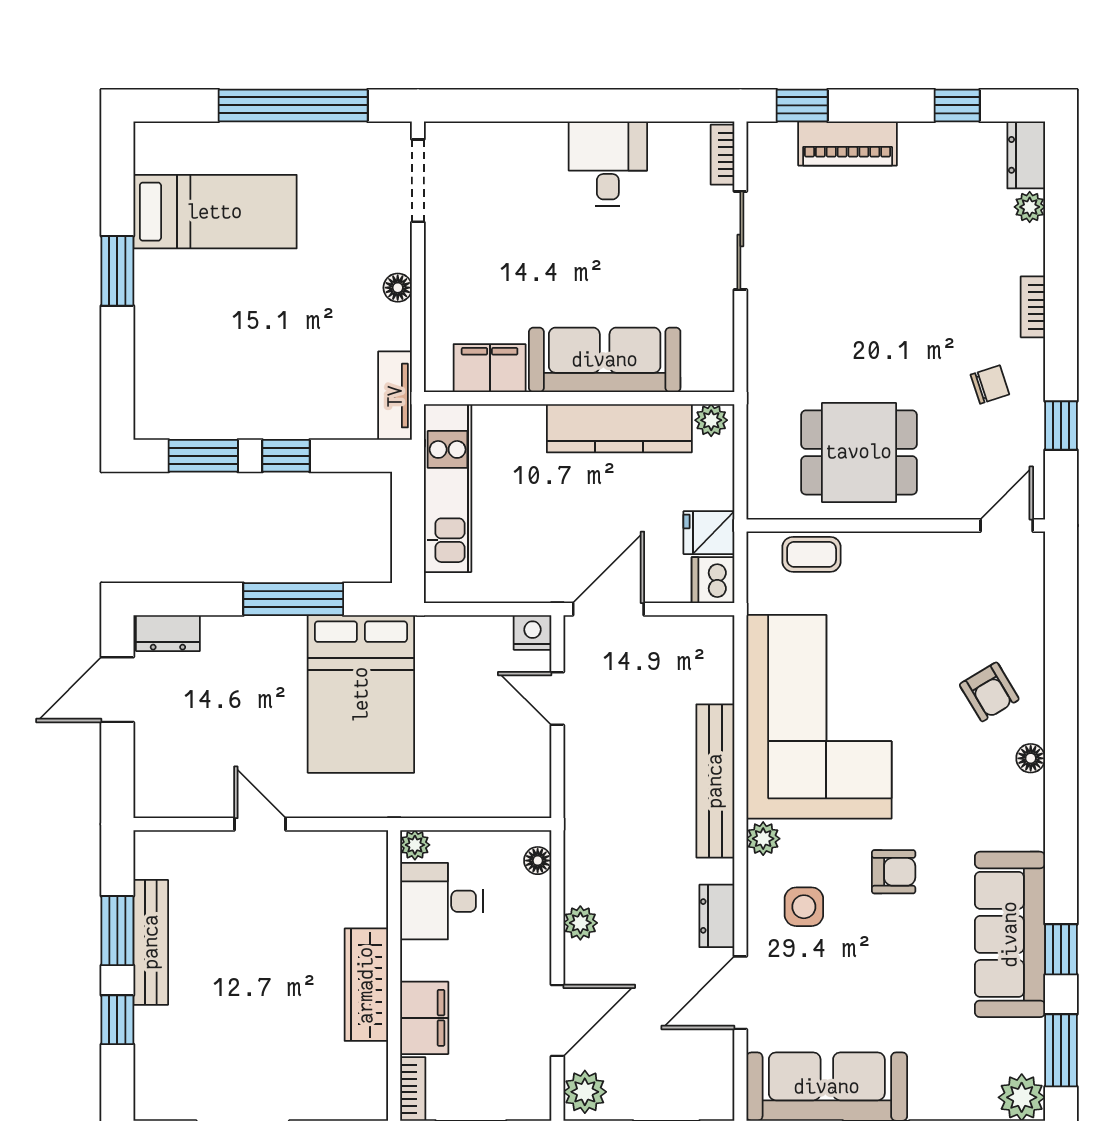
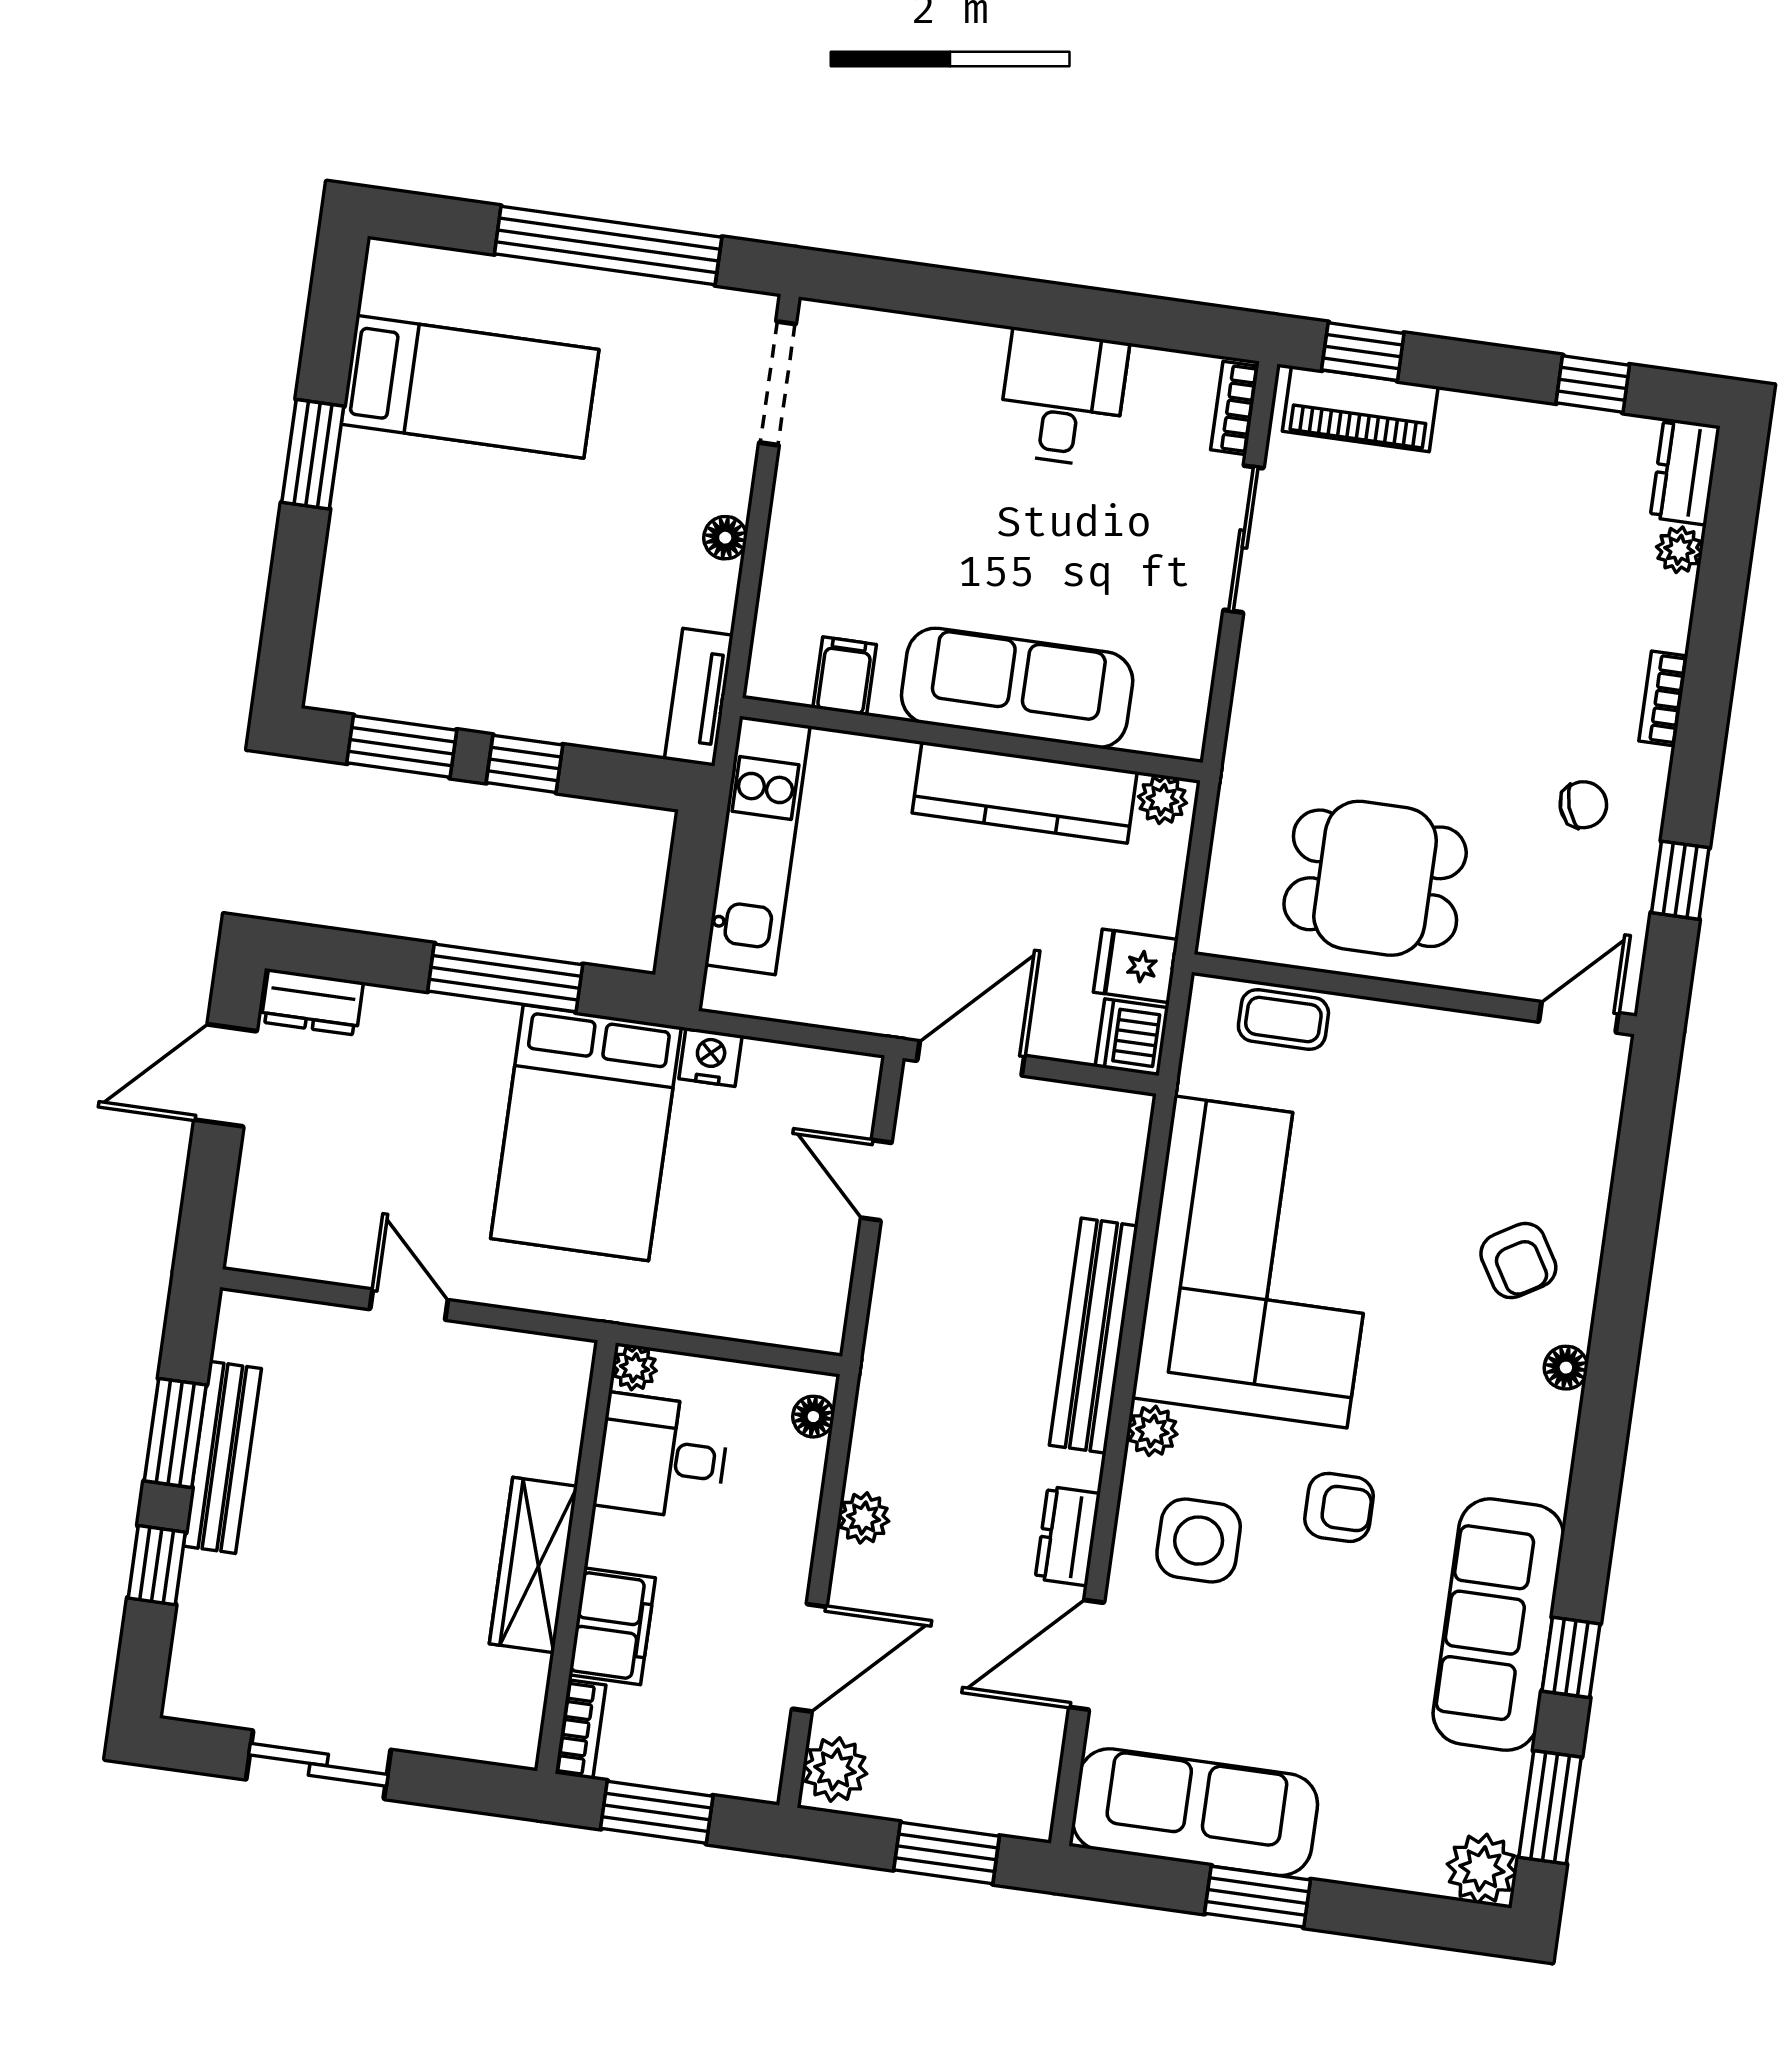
piano: (848, 143) -> (1360, 409), moved
filing cabinet: (490, 368) -> (845, 676), width x0.50
nightstand: (532, 632) -> (710, 1057), moved
side table: (804, 907) -> (1199, 1541), width x1.37, depth x1.37

